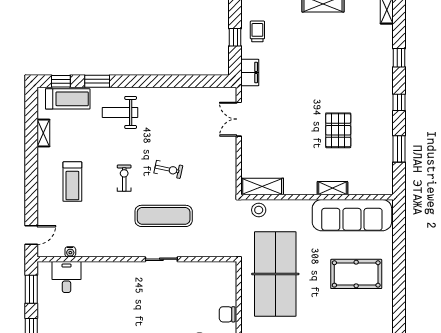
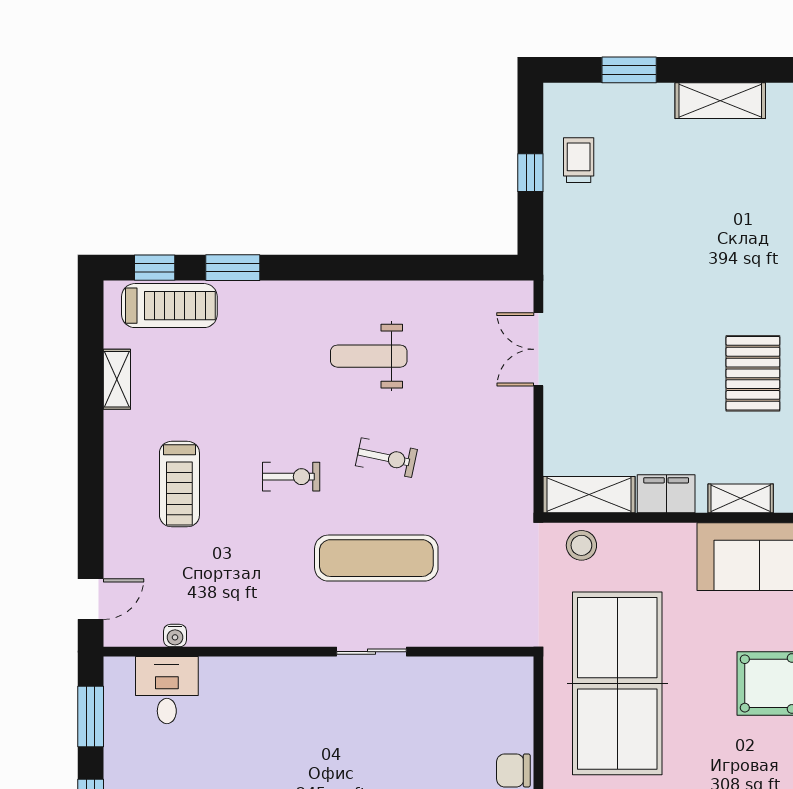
filing cabinet: (250, 72) -> (666, 494), moved, turned -90
weight bench: (120, 112) -> (369, 356), moved
exercise bike: (124, 178) -> (291, 477), turned 90

